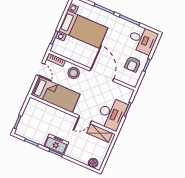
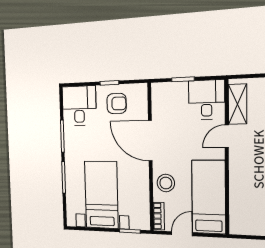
door: (102, 75) -> (150, 141), hinge flipped
desk: (112, 114) -> (207, 100), width x0.73
door: (85, 120) -> (227, 136), swing flipped

